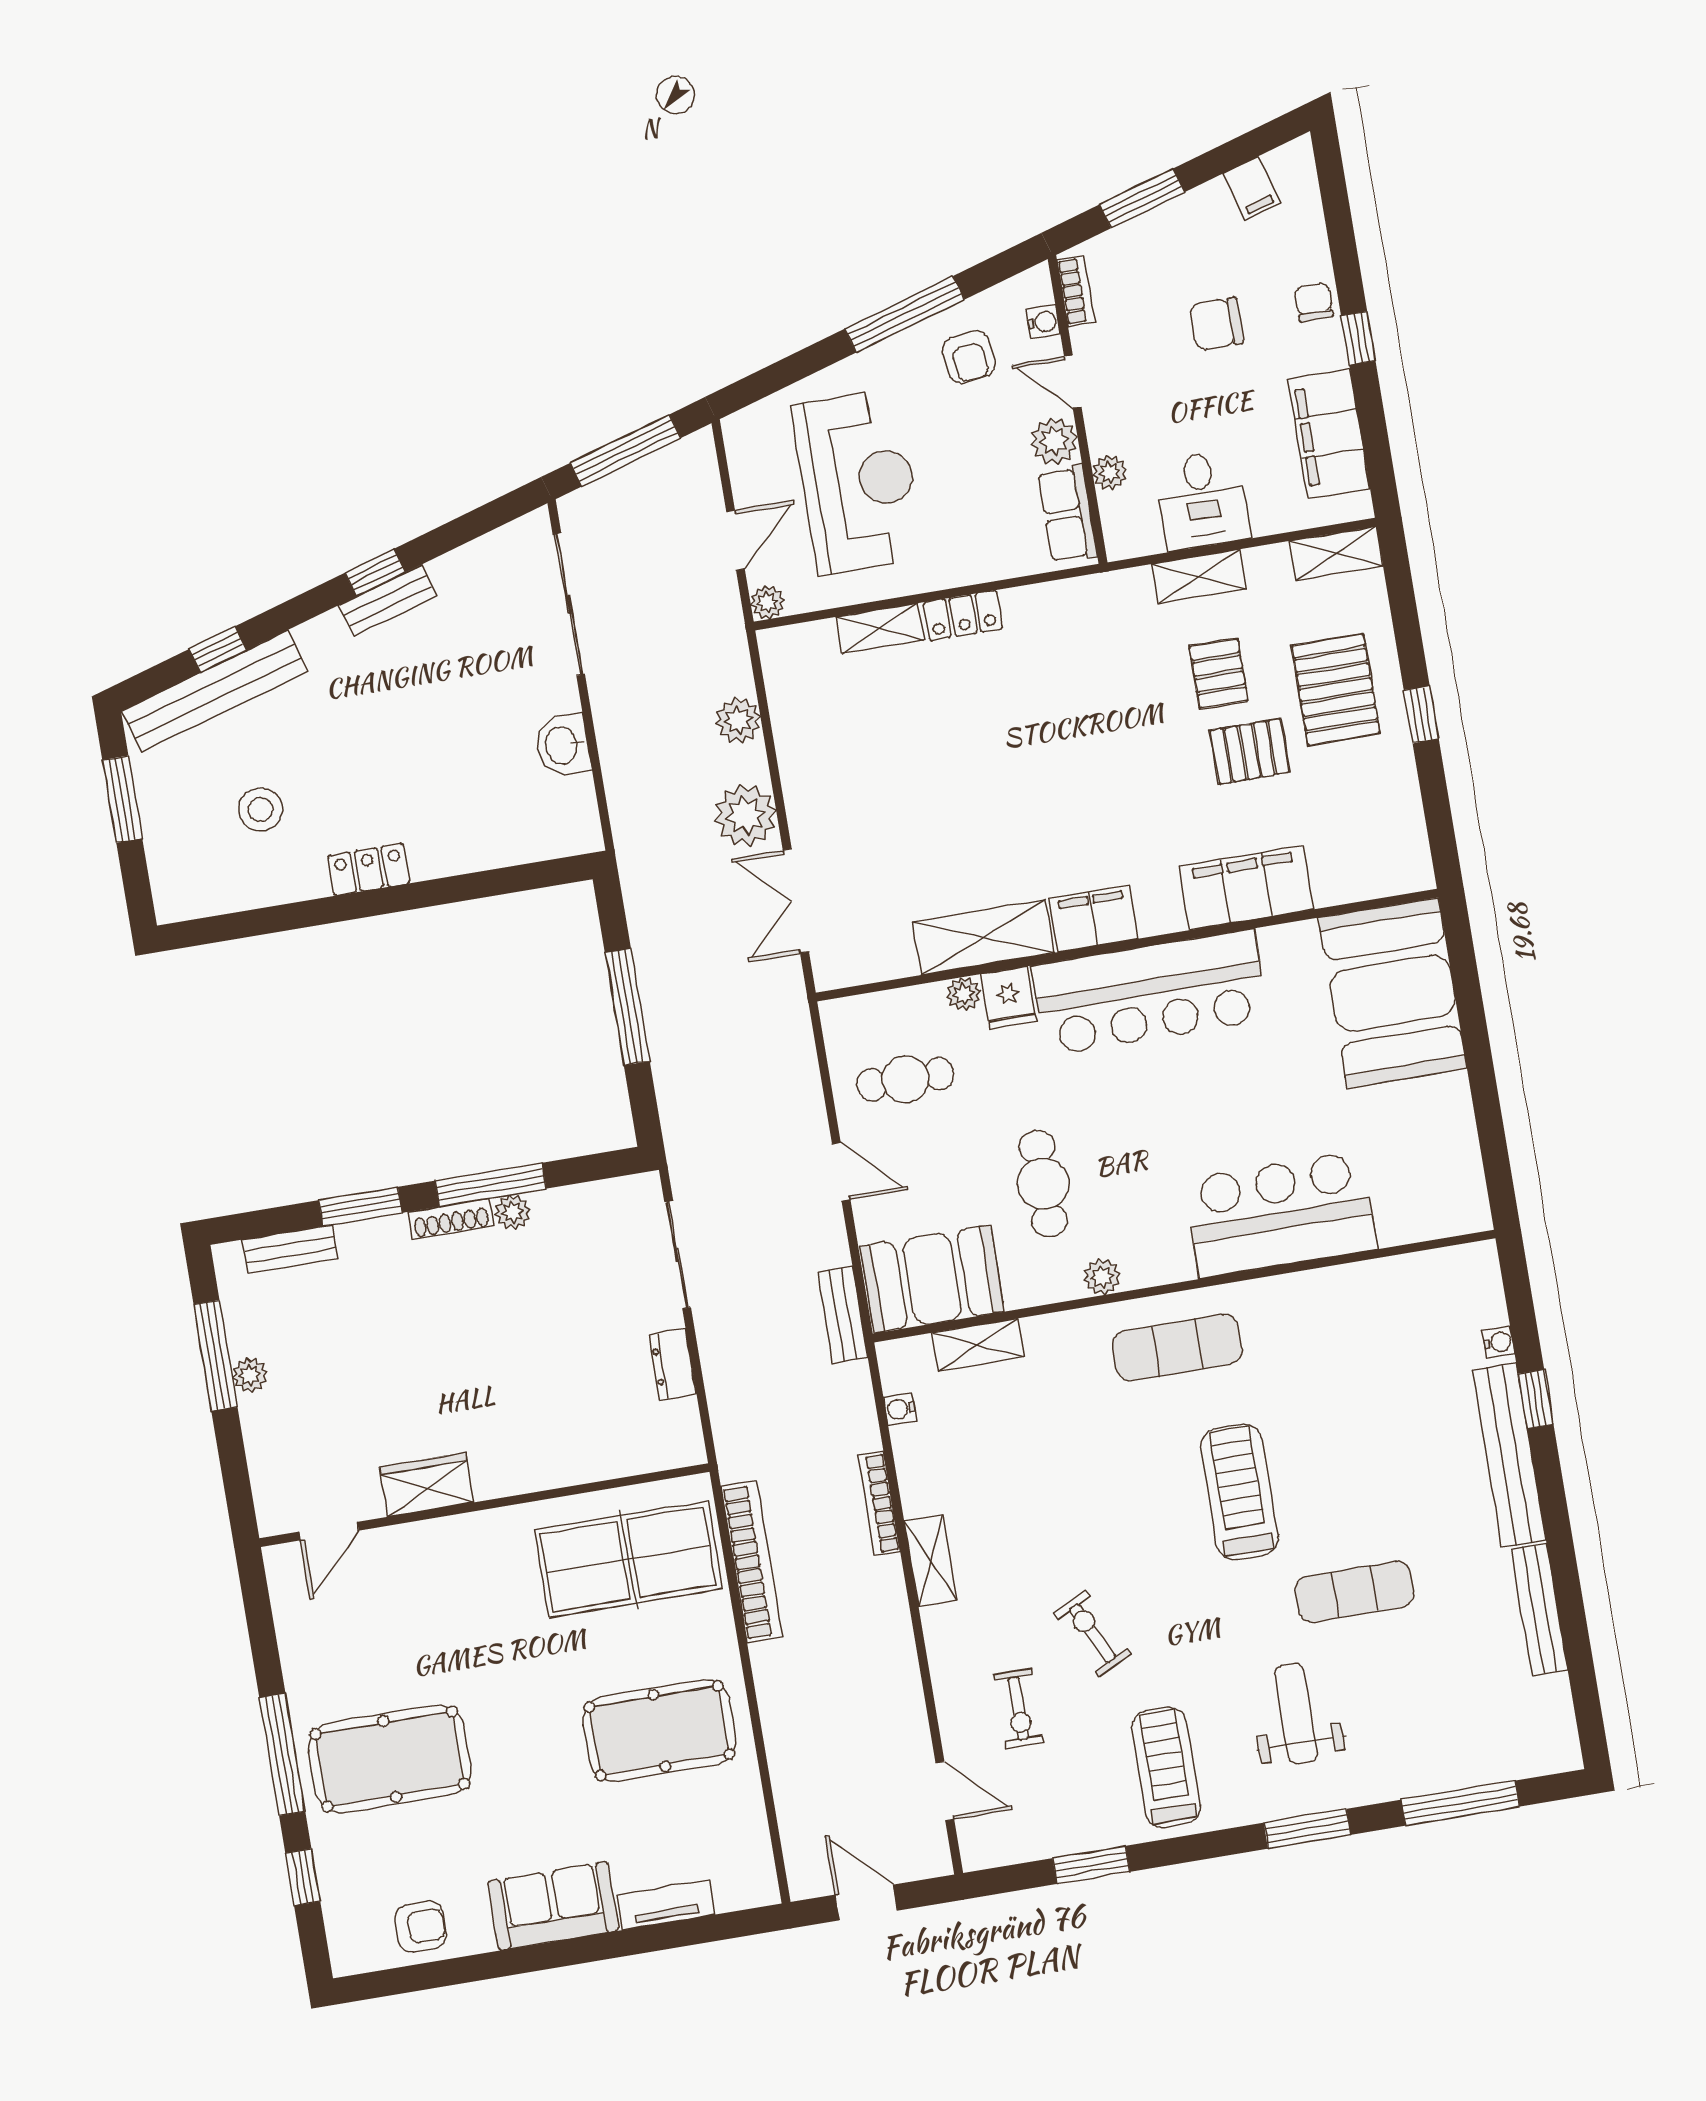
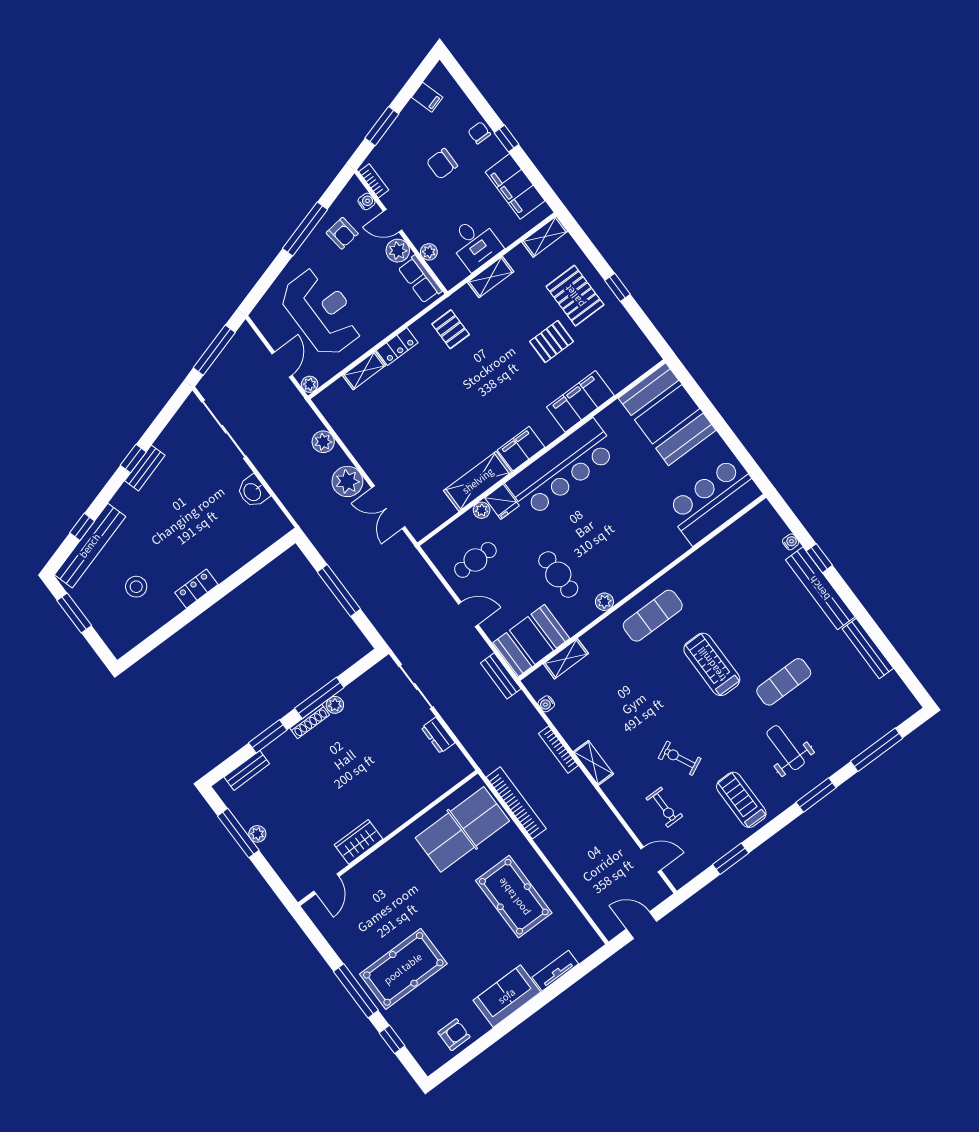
pallet: (1219, 674) -> (451, 329), moved
bar counter: (1280, 1214) -> (714, 501), moved
pool table: (659, 1731) -> (514, 897), turned 90

